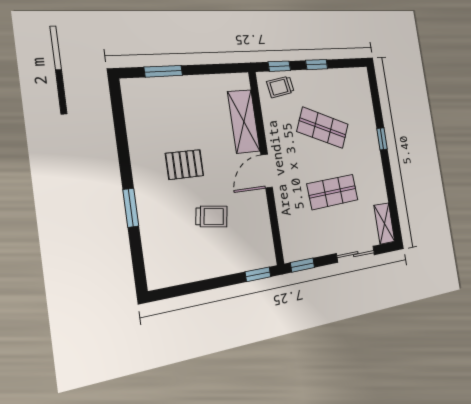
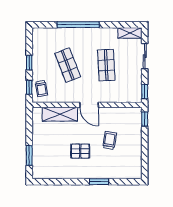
shop shelf: (323, 128) -> (68, 65), turned -45
window: (382, 139) -> (78, 25), width x3.17
pallet: (185, 165) -> (80, 151), turned 90

